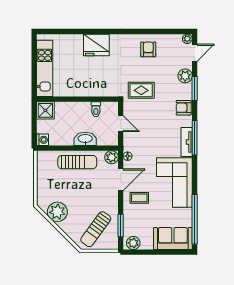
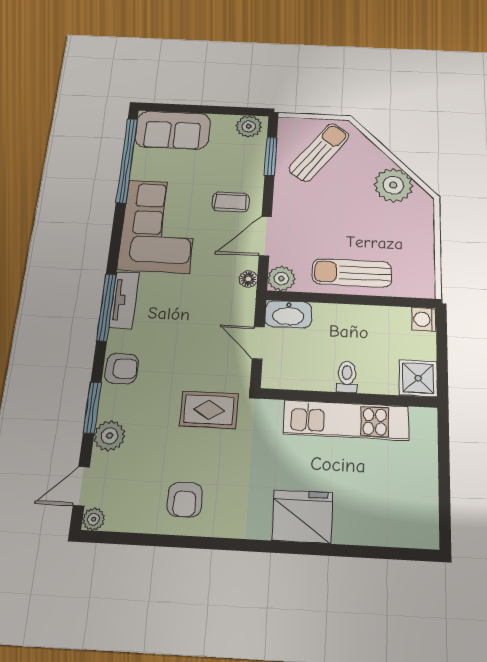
kitchen unit: (45, 68) -> (346, 420), moved, turned -90
toilet: (96, 109) -> (347, 377), moved
washbasin: (85, 139) -> (288, 314), moved

